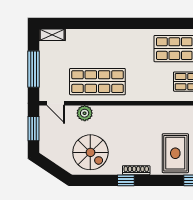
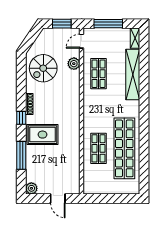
shelving: (99, 38) -> (133, 75), added
shop shelf: (97, 82) -> (99, 74), width x0.70, depth x0.74
window: (126, 180) -> (21, 118), moved

